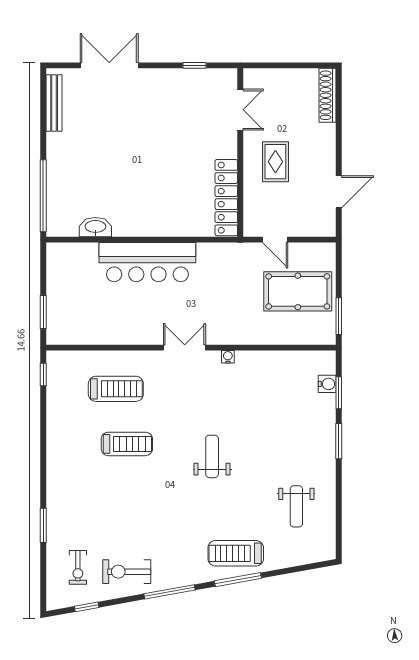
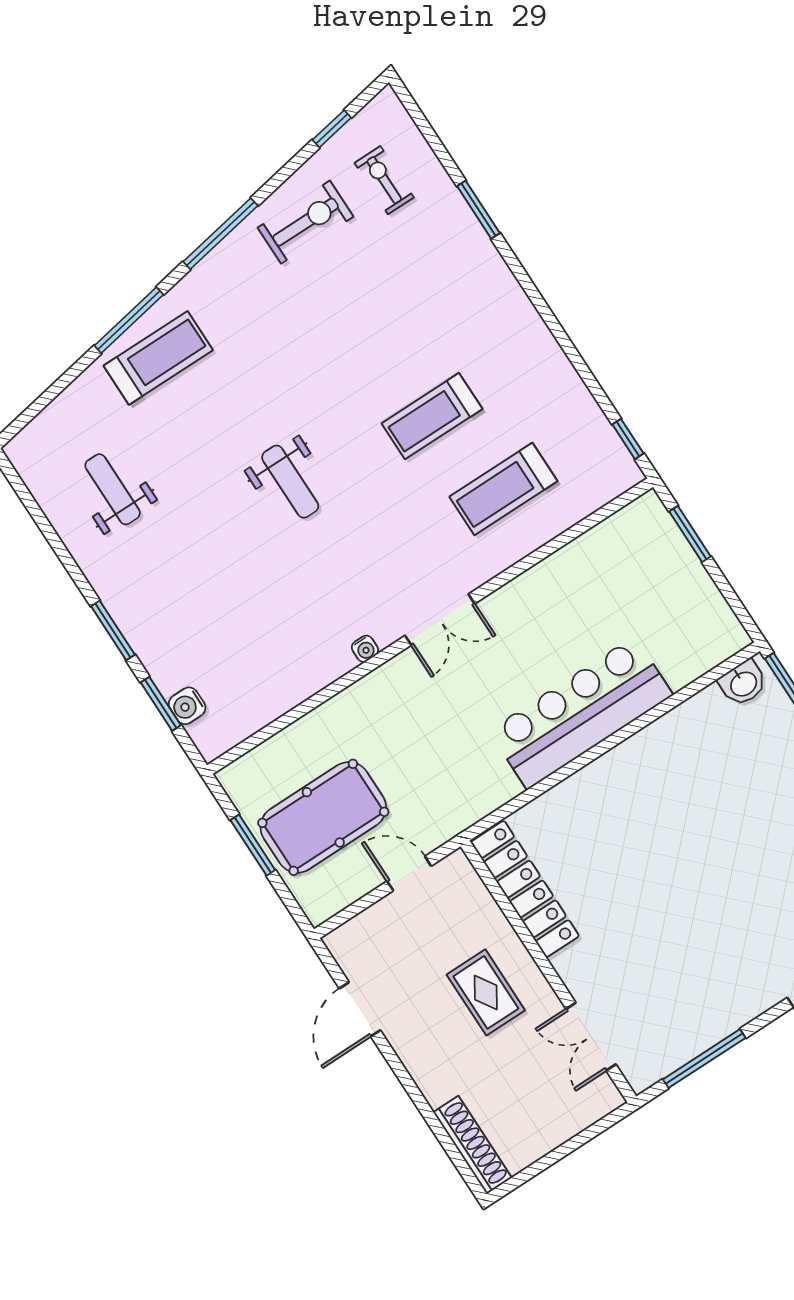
window: (195, 65) -> (704, 1059), width x2.17
washbasin: (95, 227) -> (743, 683), moved, width x0.72
window: (339, 316) -> (253, 845), moved

